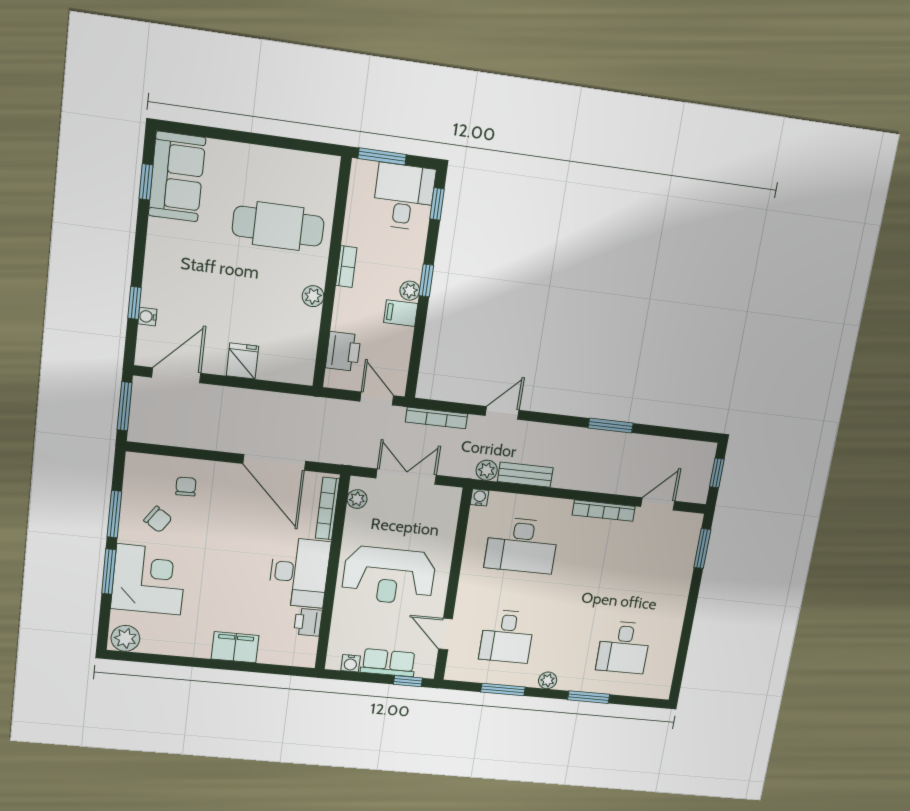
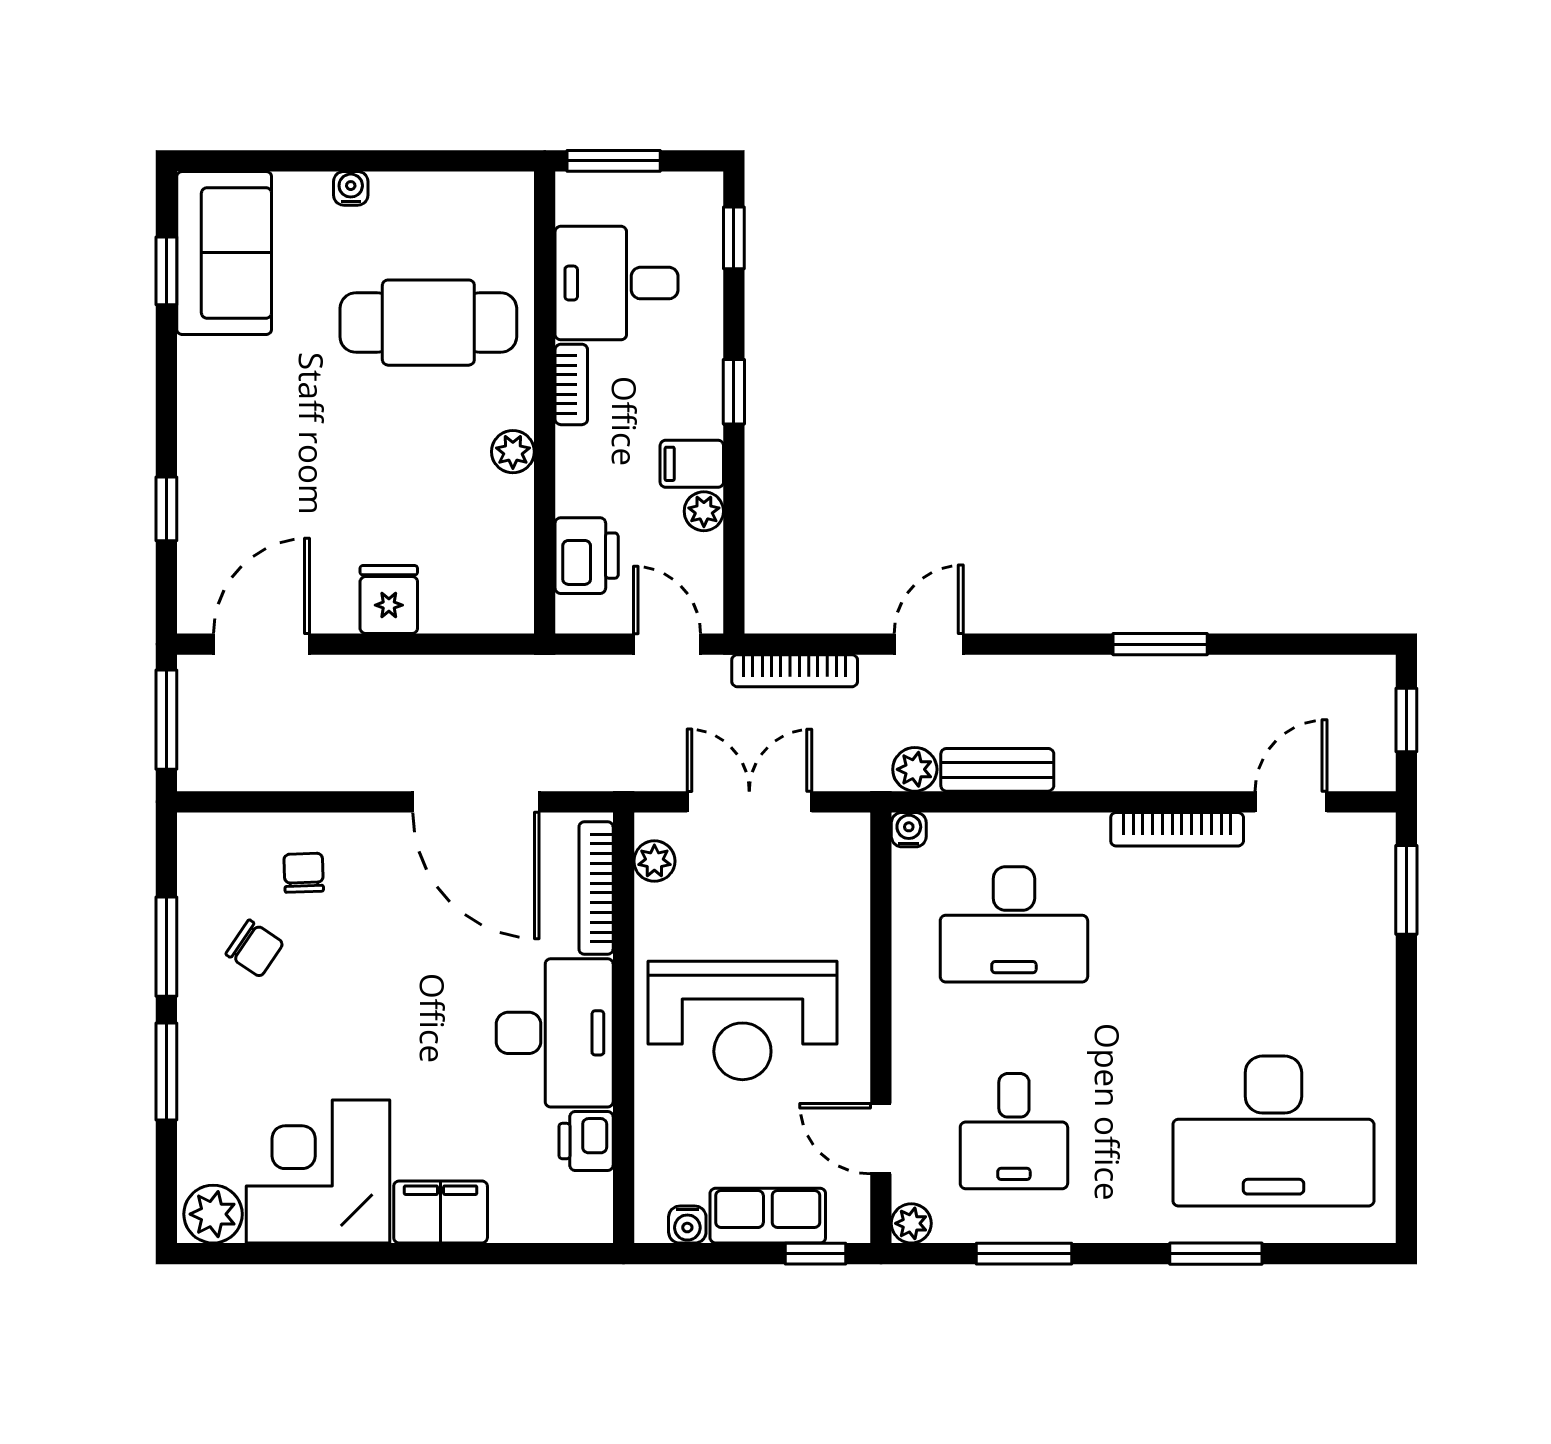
desk: (404, 197) -> (617, 283), moved, turned -90
plant: (410, 291) -> (704, 511), moved
water cooler: (147, 317) -> (351, 188), moved, turned 90
corner desk: (149, 579) -> (318, 1172), moved, turned -90
desk: (624, 647) -> (1273, 1131), width x1.87, depth x1.30
plant: (548, 680) -> (911, 1223), moved

